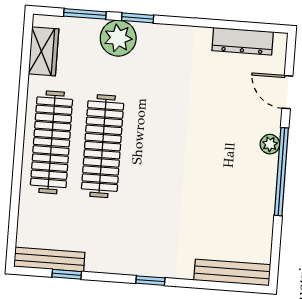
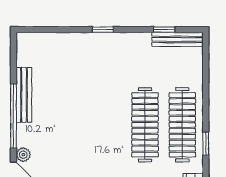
window: (21, 114) -> (206, 144), added
plant: (270, 144) -> (23, 155), moved
bench: (232, 272) -> (24, 95), moved, turned 90

